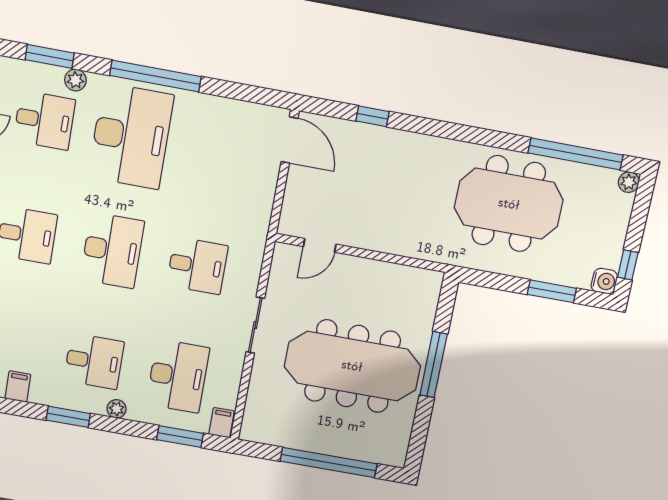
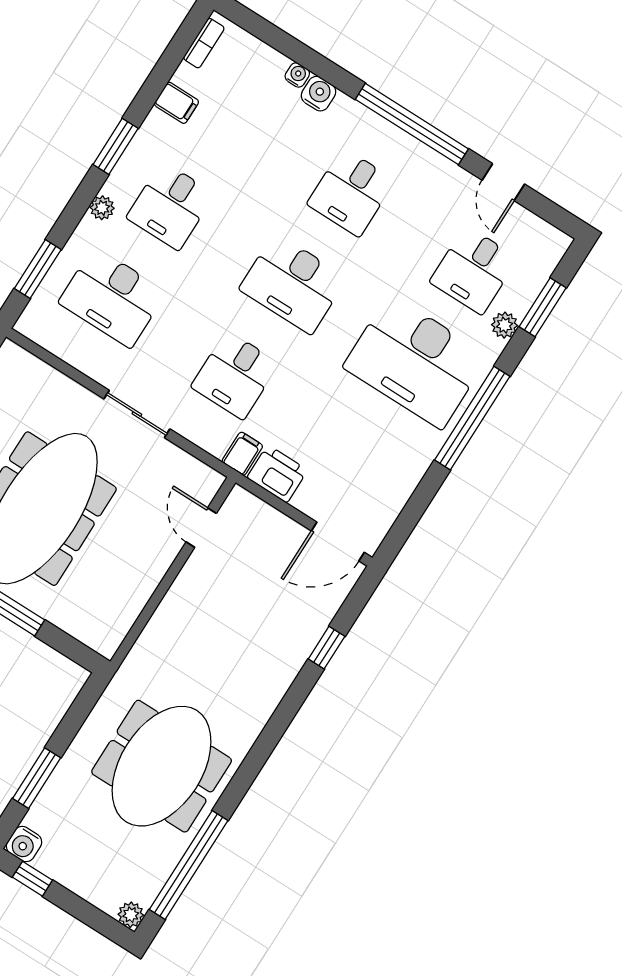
printer: (257, 205) -> (277, 474), added
filing cabinet: (221, 423) -> (242, 454), moved, turned -90

